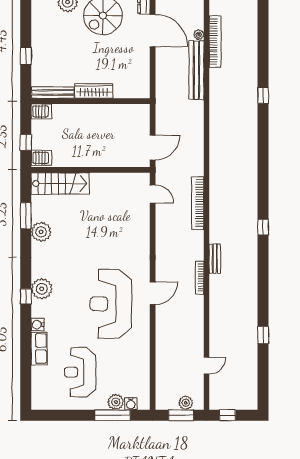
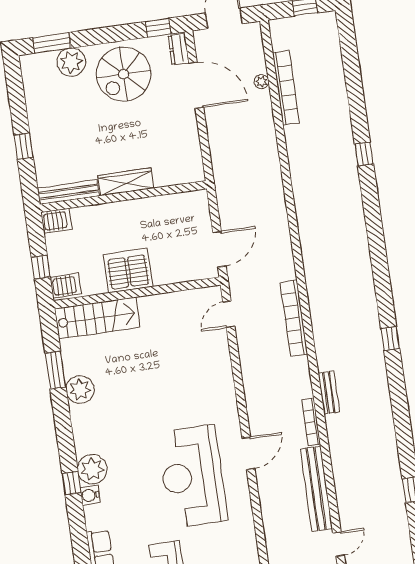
bench: (196, 70) -> (316, 489), moved
server rack: (86, 153) -> (128, 270), added
door: (153, 194) -> (229, 314), swing flipped
water cooler: (38, 325) -> (90, 495), moved

